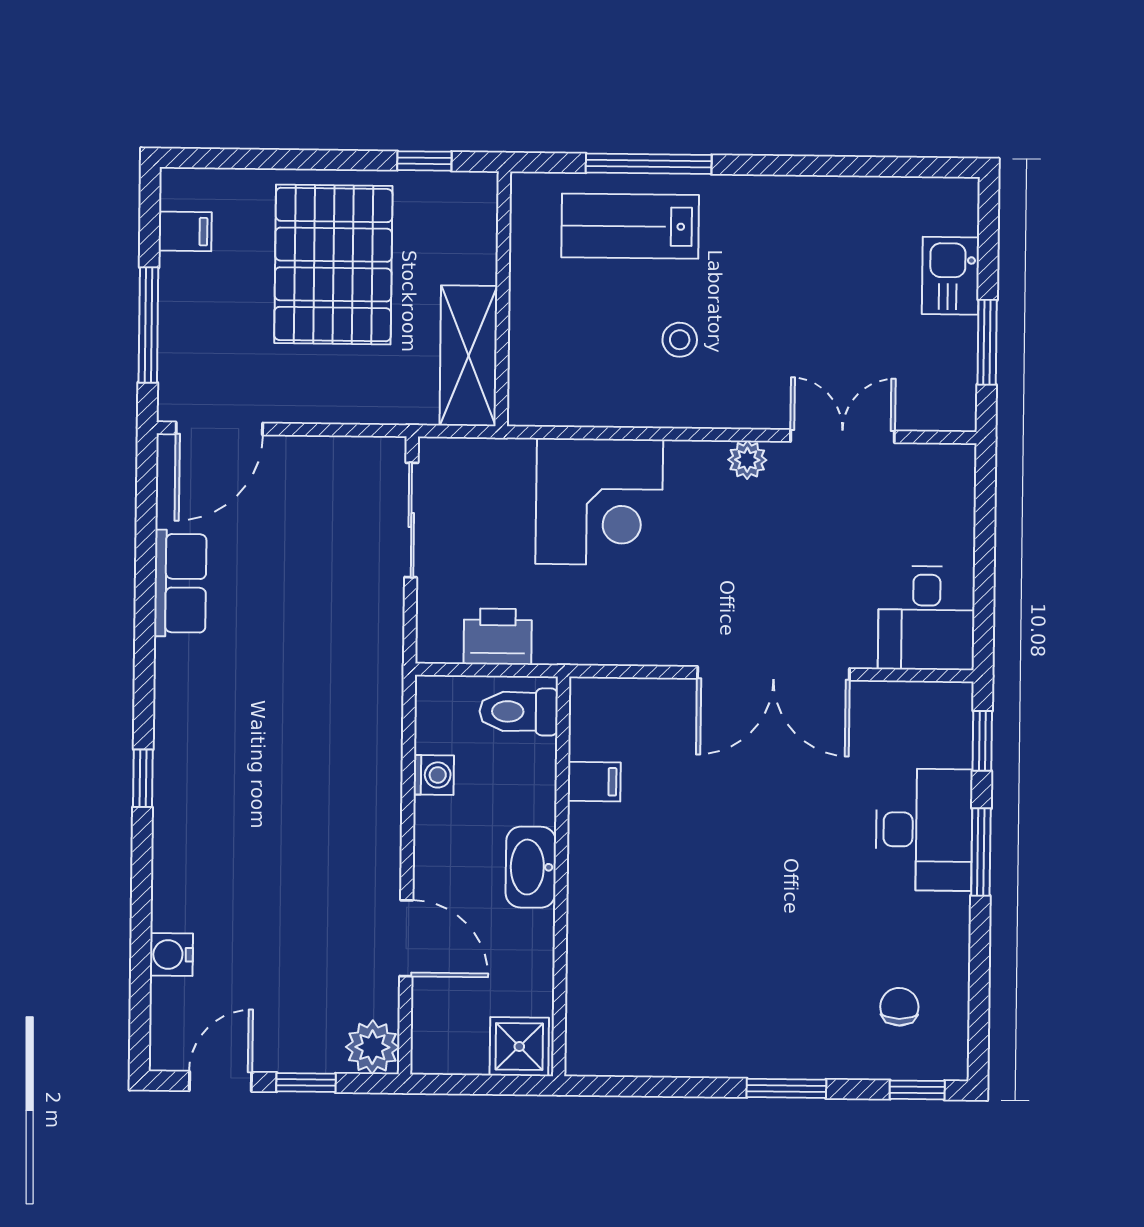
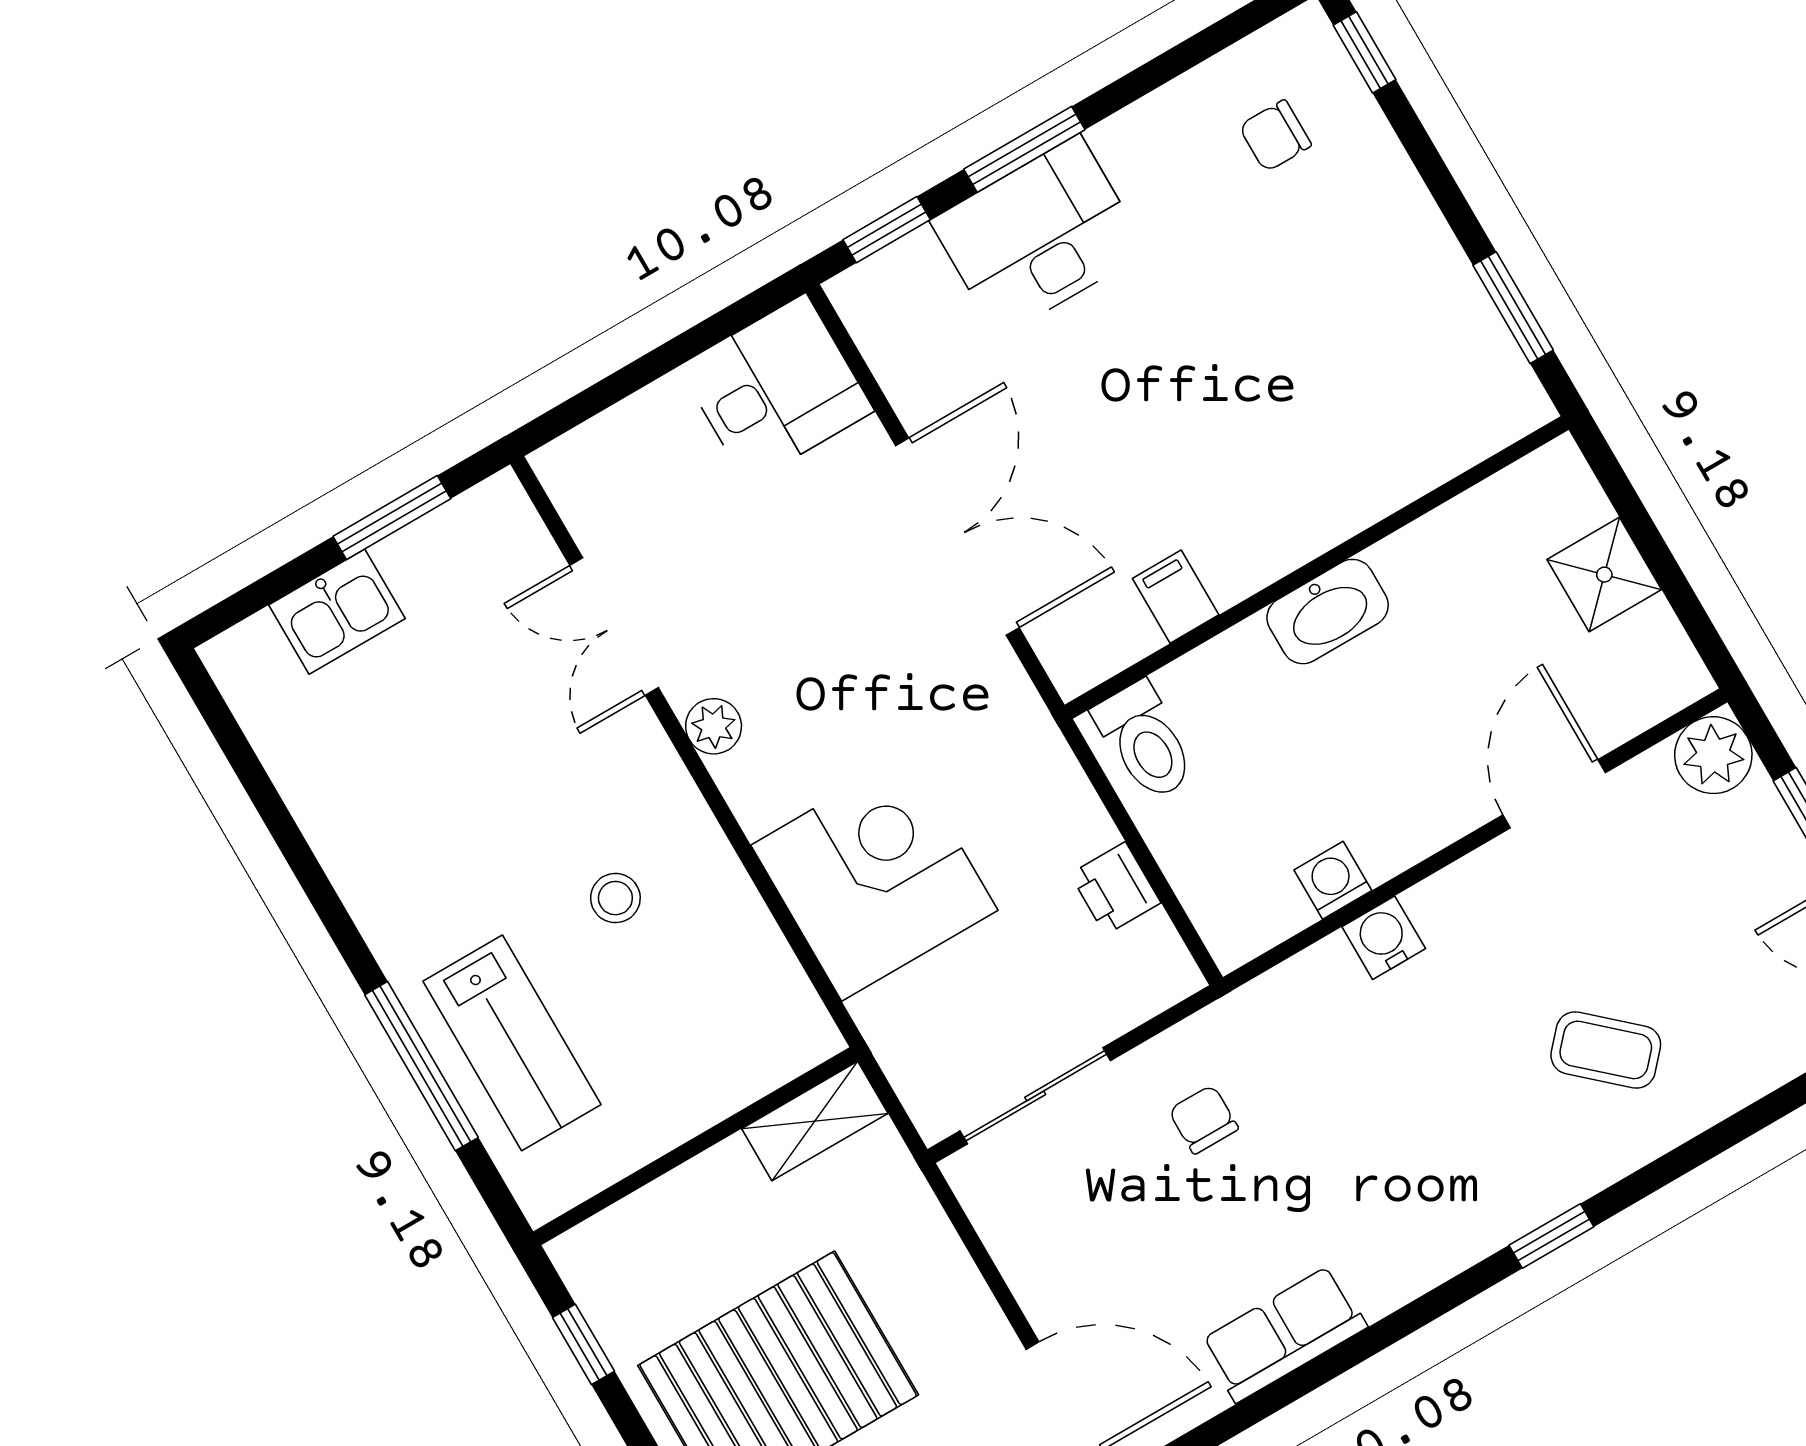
shelving: (468, 356) -> (815, 1121), width x0.67, depth x0.75
chair: (337, 612) -> (1203, 1119), added
printer: (498, 637) -> (1115, 888), width x0.73, depth x0.81
toilet: (519, 712) -> (1145, 741), moved
filing cabinet: (594, 782) -> (1176, 597), moved
washbasin: (531, 867) -> (1328, 612), moved
wall: (561, 876) -> (1317, 567), moved
coffee table: (235, 877) -> (1606, 1050), added
water cooler: (171, 955) -> (1384, 938), moved, turned 180
window: (786, 1088) -> (1513, 308), moved

